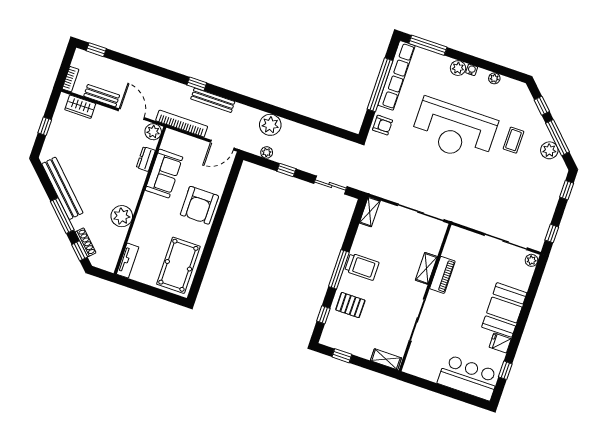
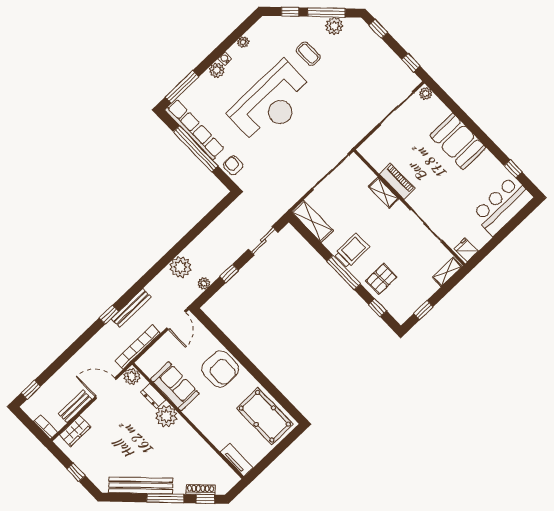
armchair: (383, 125) -> (233, 165), turned -90
shelving: (370, 212) -> (312, 221), width x1.50, depth x1.33
plant: (122, 216) -> (166, 416), moved
fridge: (500, 343) -> (466, 250), moved, turned 90

